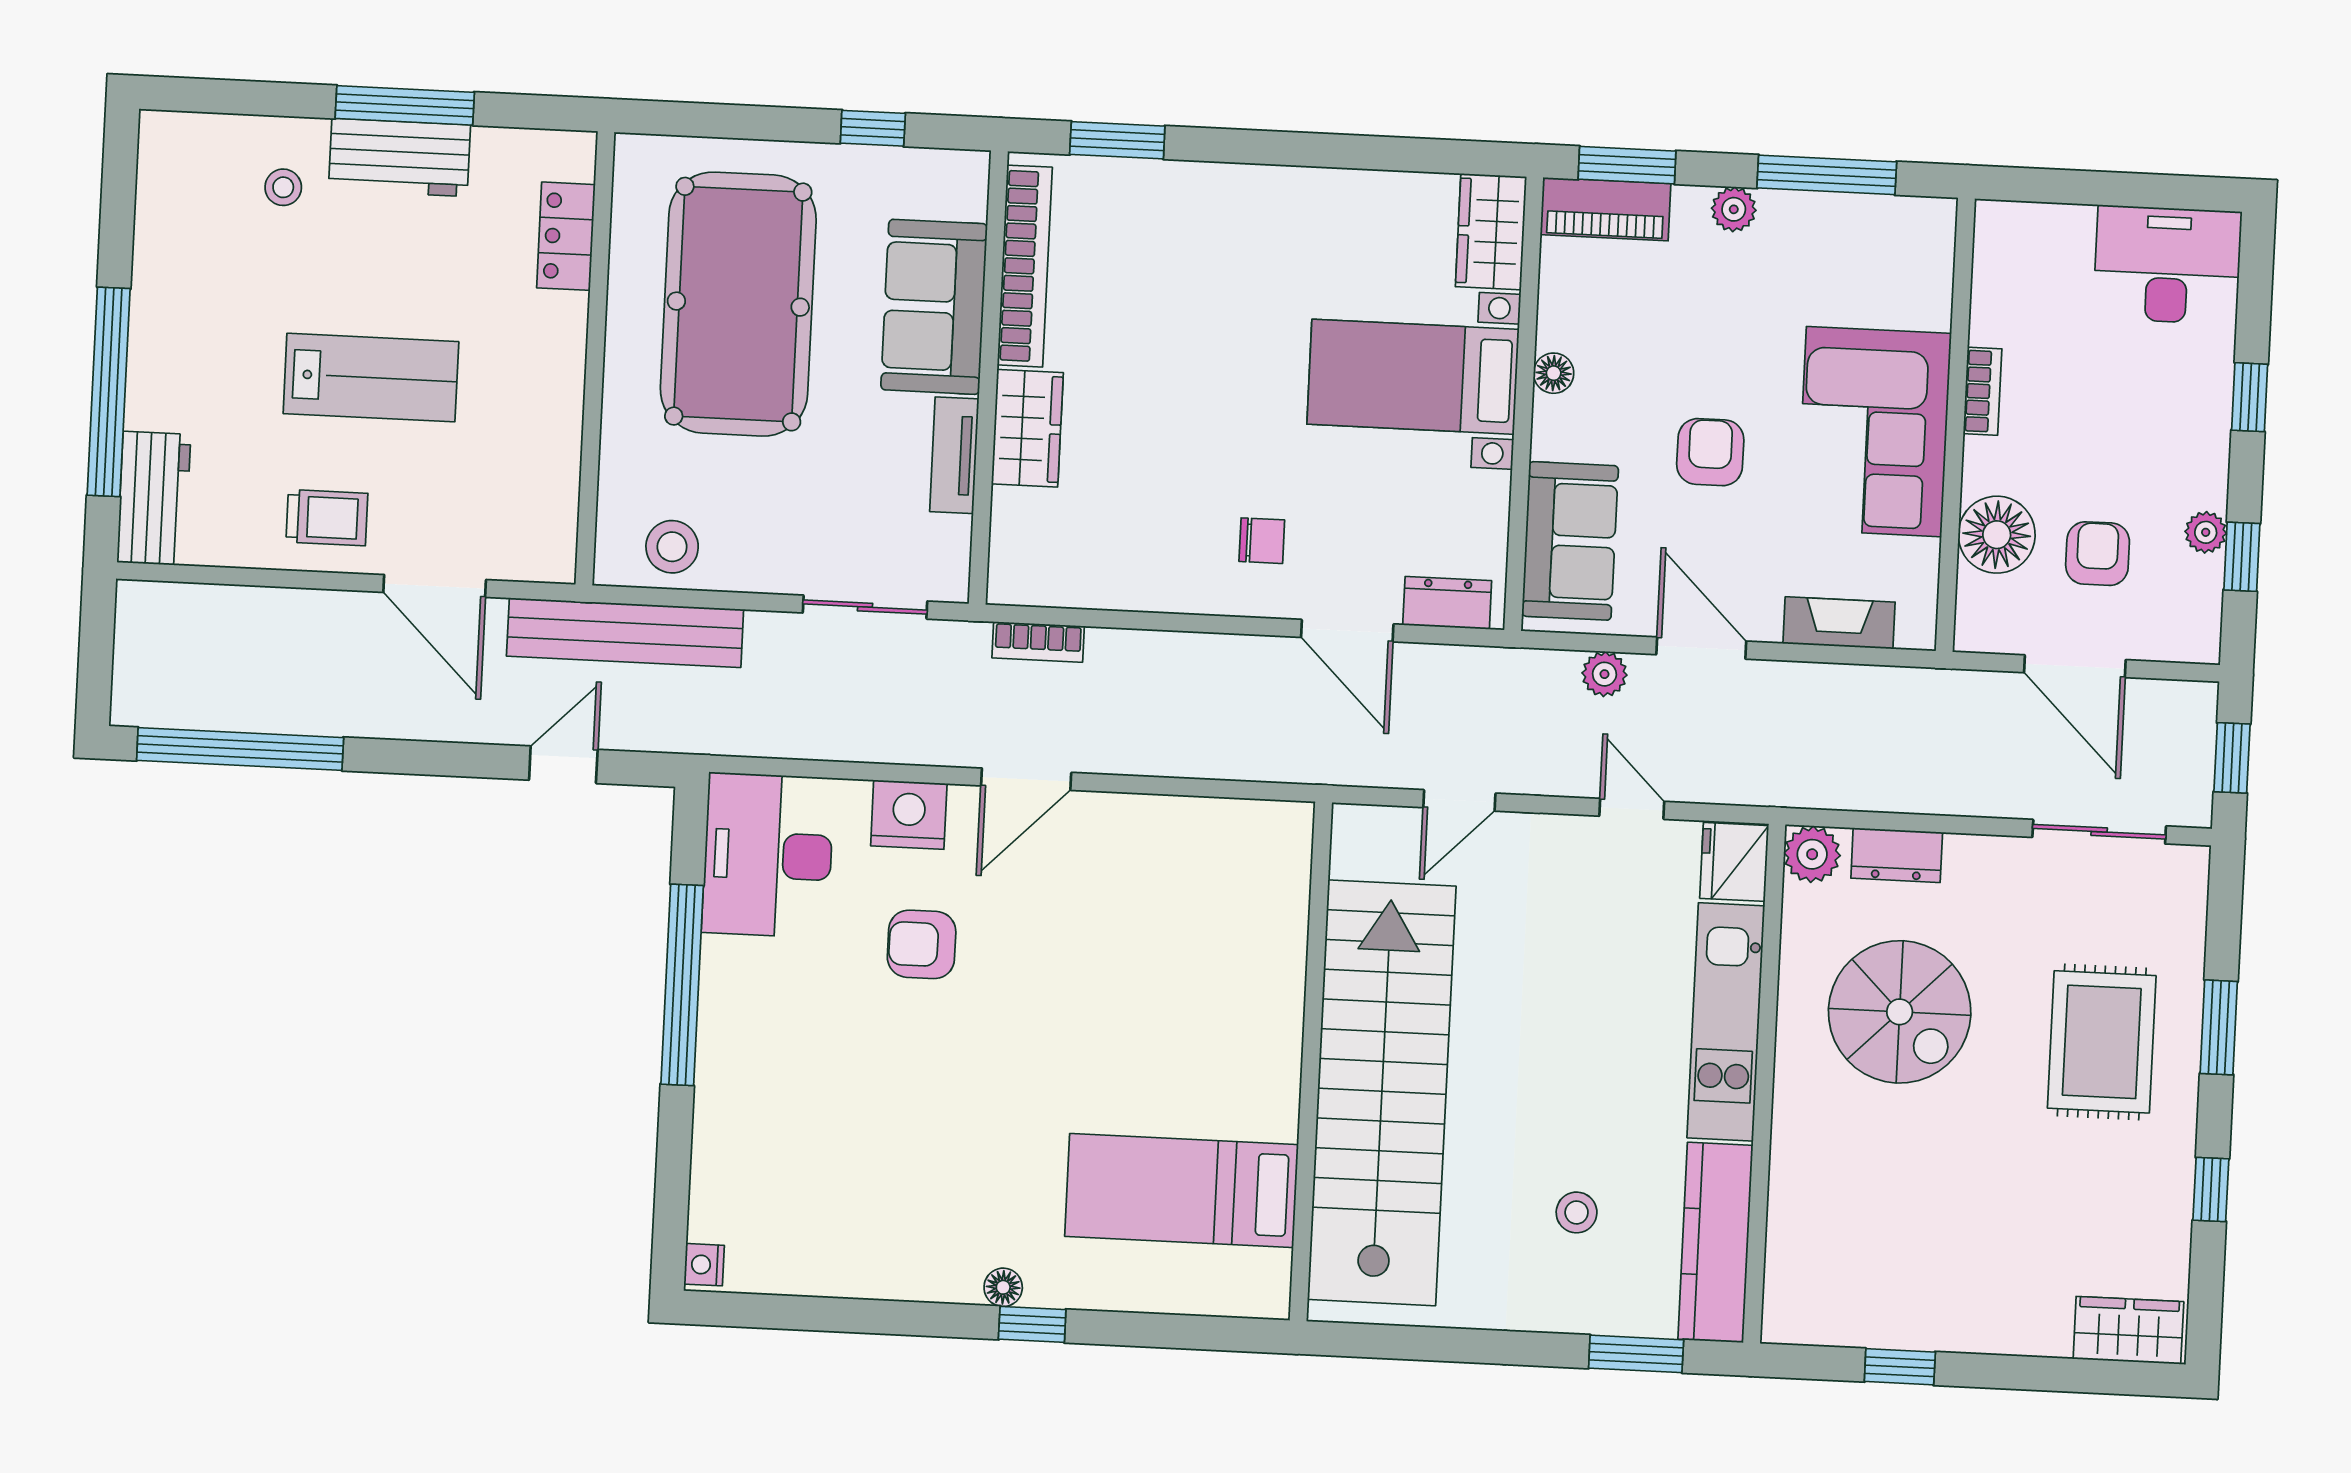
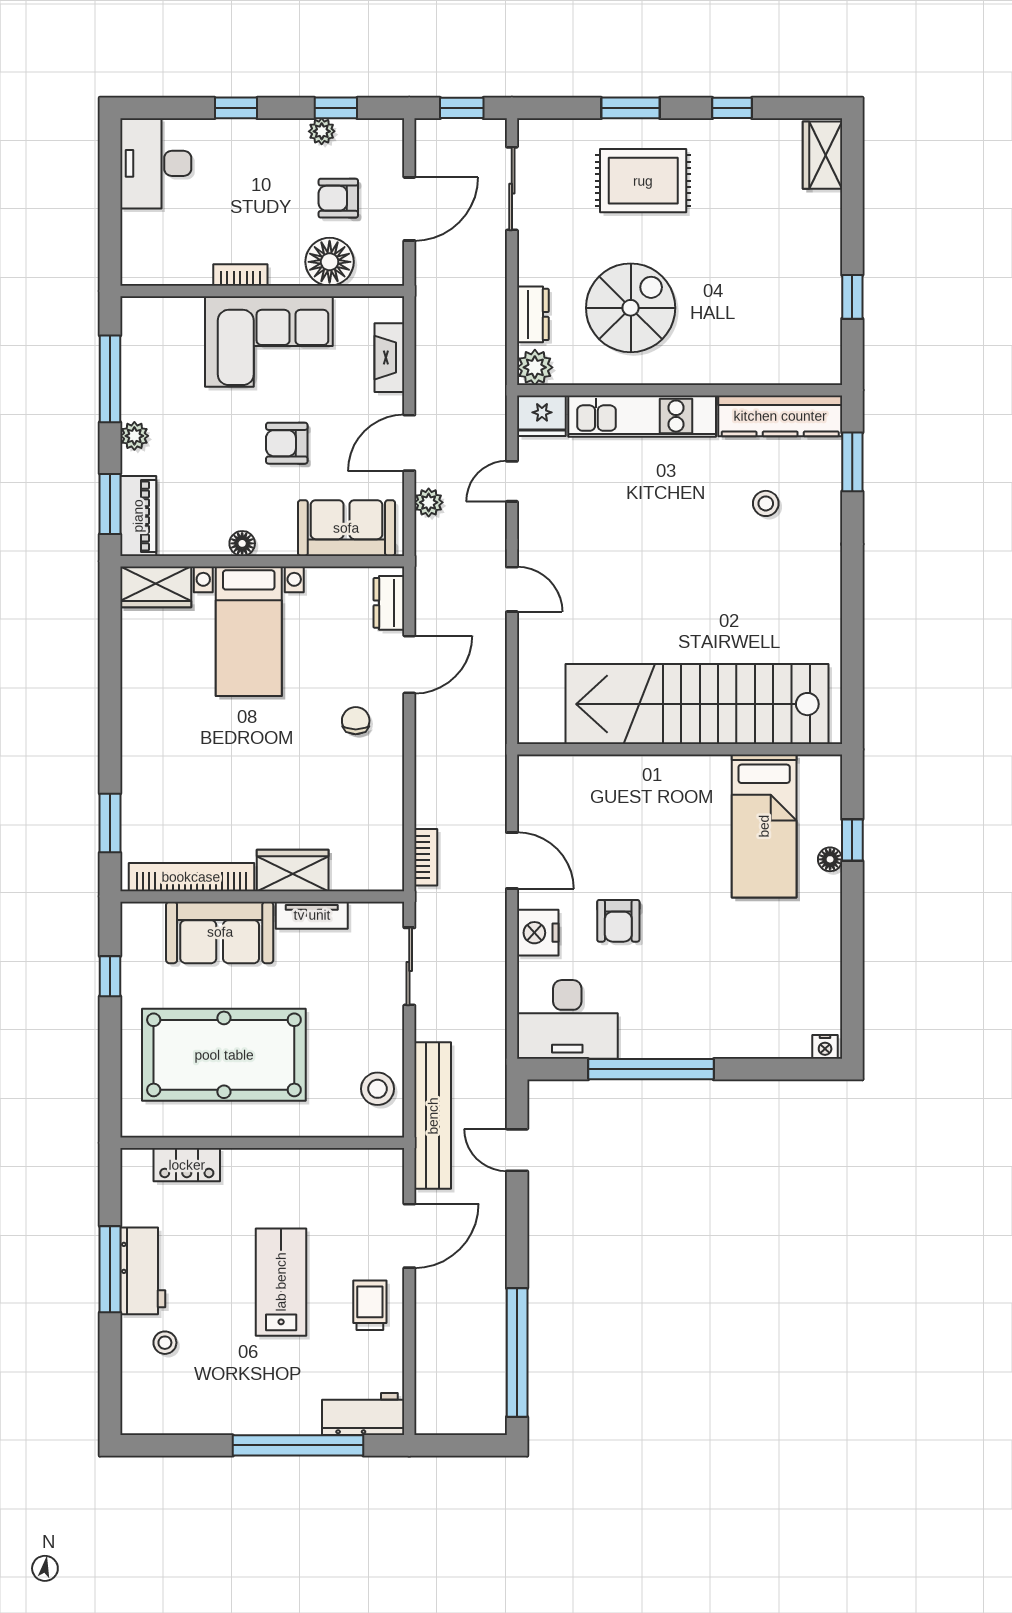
wall: (1311, 1061) -> (680, 749), moved
stairs: (1382, 1093) -> (697, 704), moved
bed: (1182, 1191) -> (764, 826), moved

